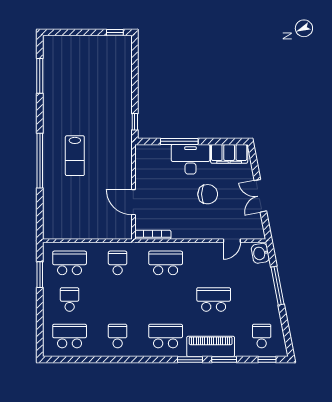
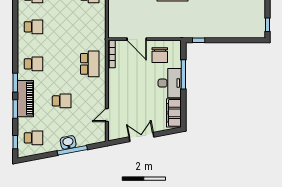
chair: (208, 194) -> (160, 55), moved
door: (133, 202) -> (137, 39), swing flipped
door: (232, 241) -> (107, 115), hinge flipped
washbasin: (260, 253) -> (68, 142), moved
school desk: (118, 263) -> (90, 27), removed
school desk: (214, 299) -> (62, 101), width x0.54
school desk: (166, 336) -> (33, 64), width x0.54

